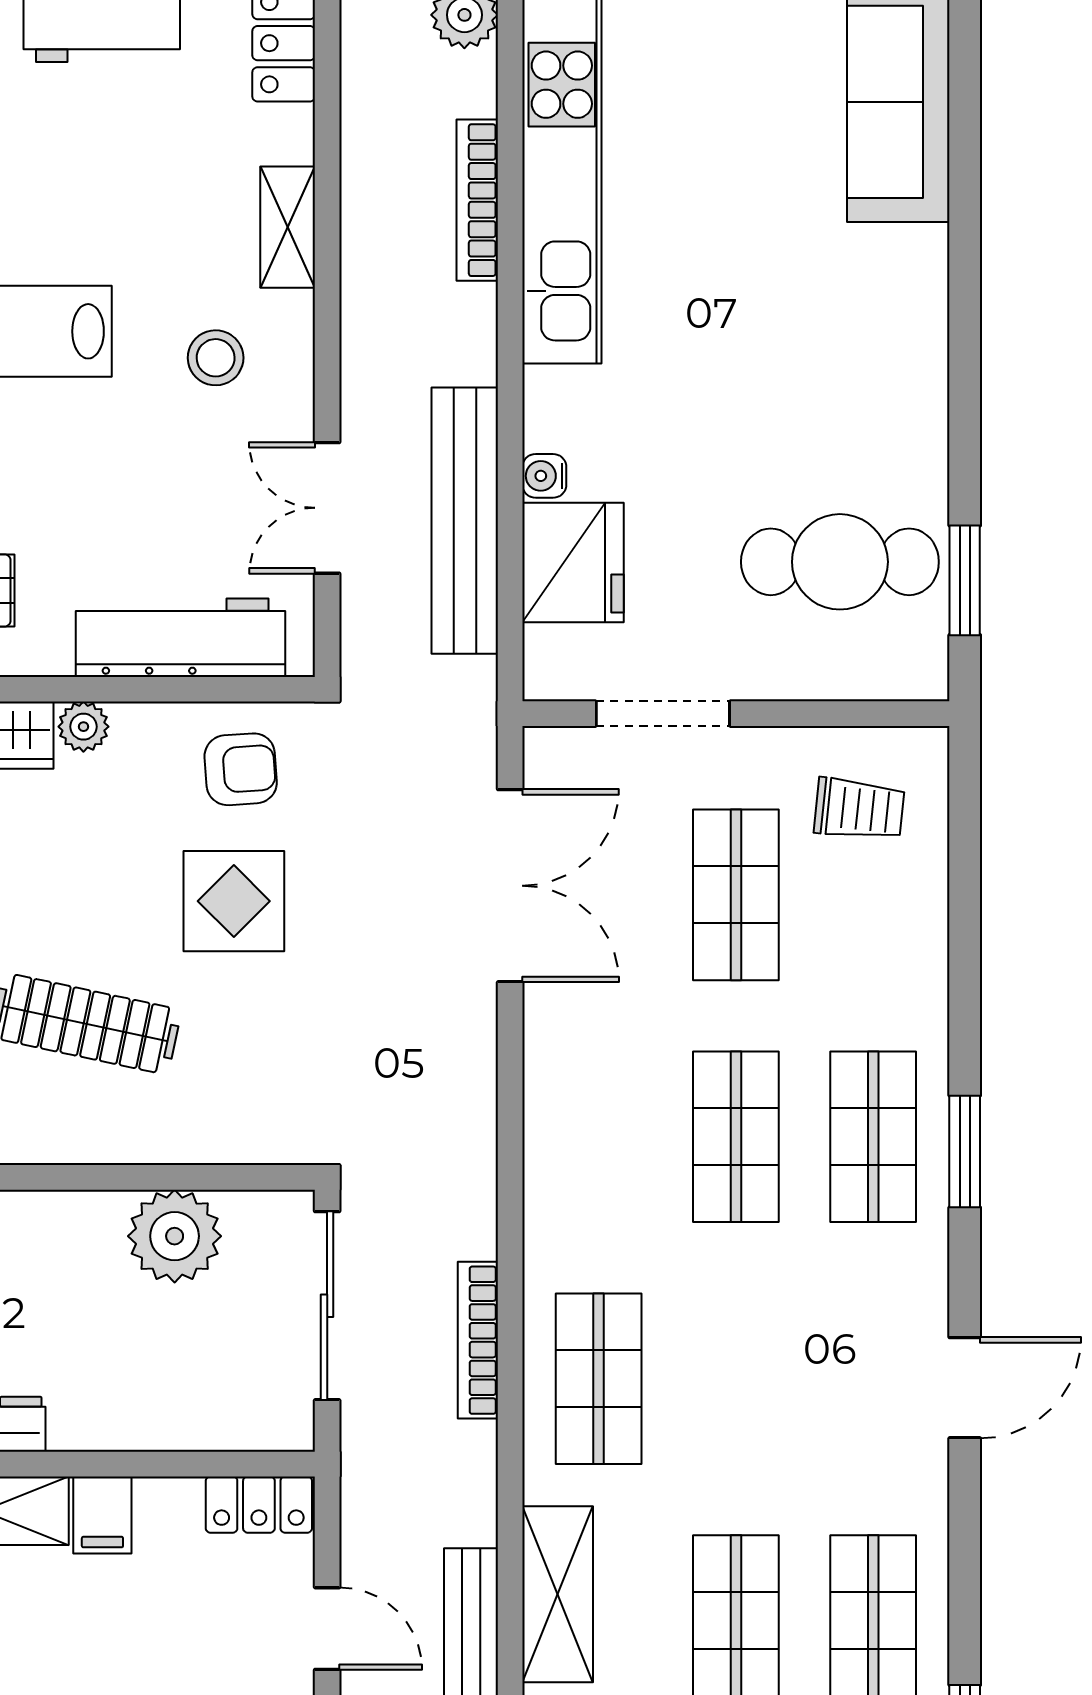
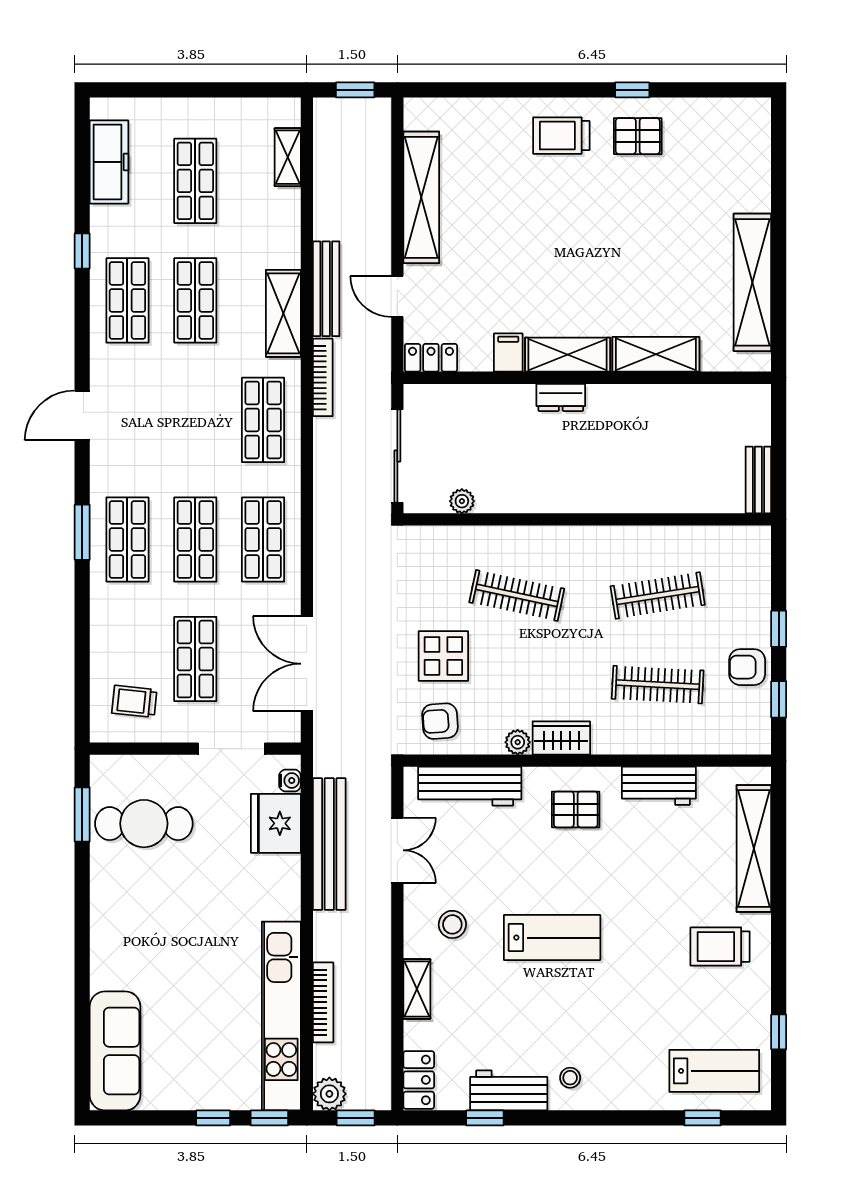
water cooler: (544, 476) -> (290, 780), moved
shop shelf: (599, 1137) -> (263, 539), added
plant: (175, 1236) -> (462, 501), width x0.53, depth x0.53
bookcase: (478, 1340) -> (323, 377), moved

